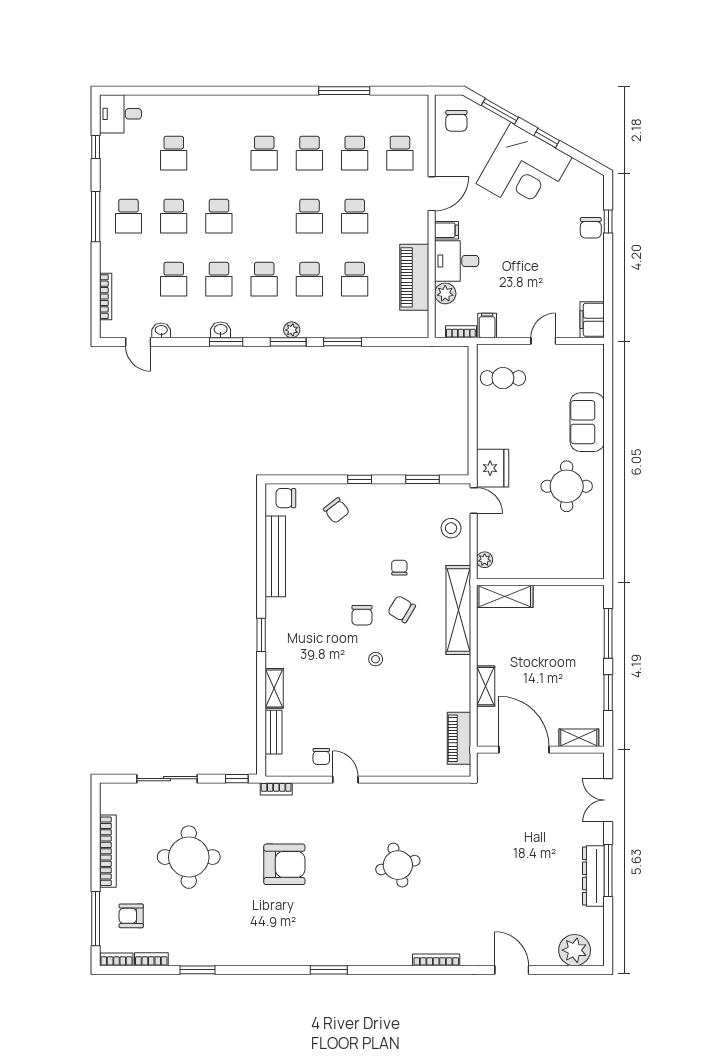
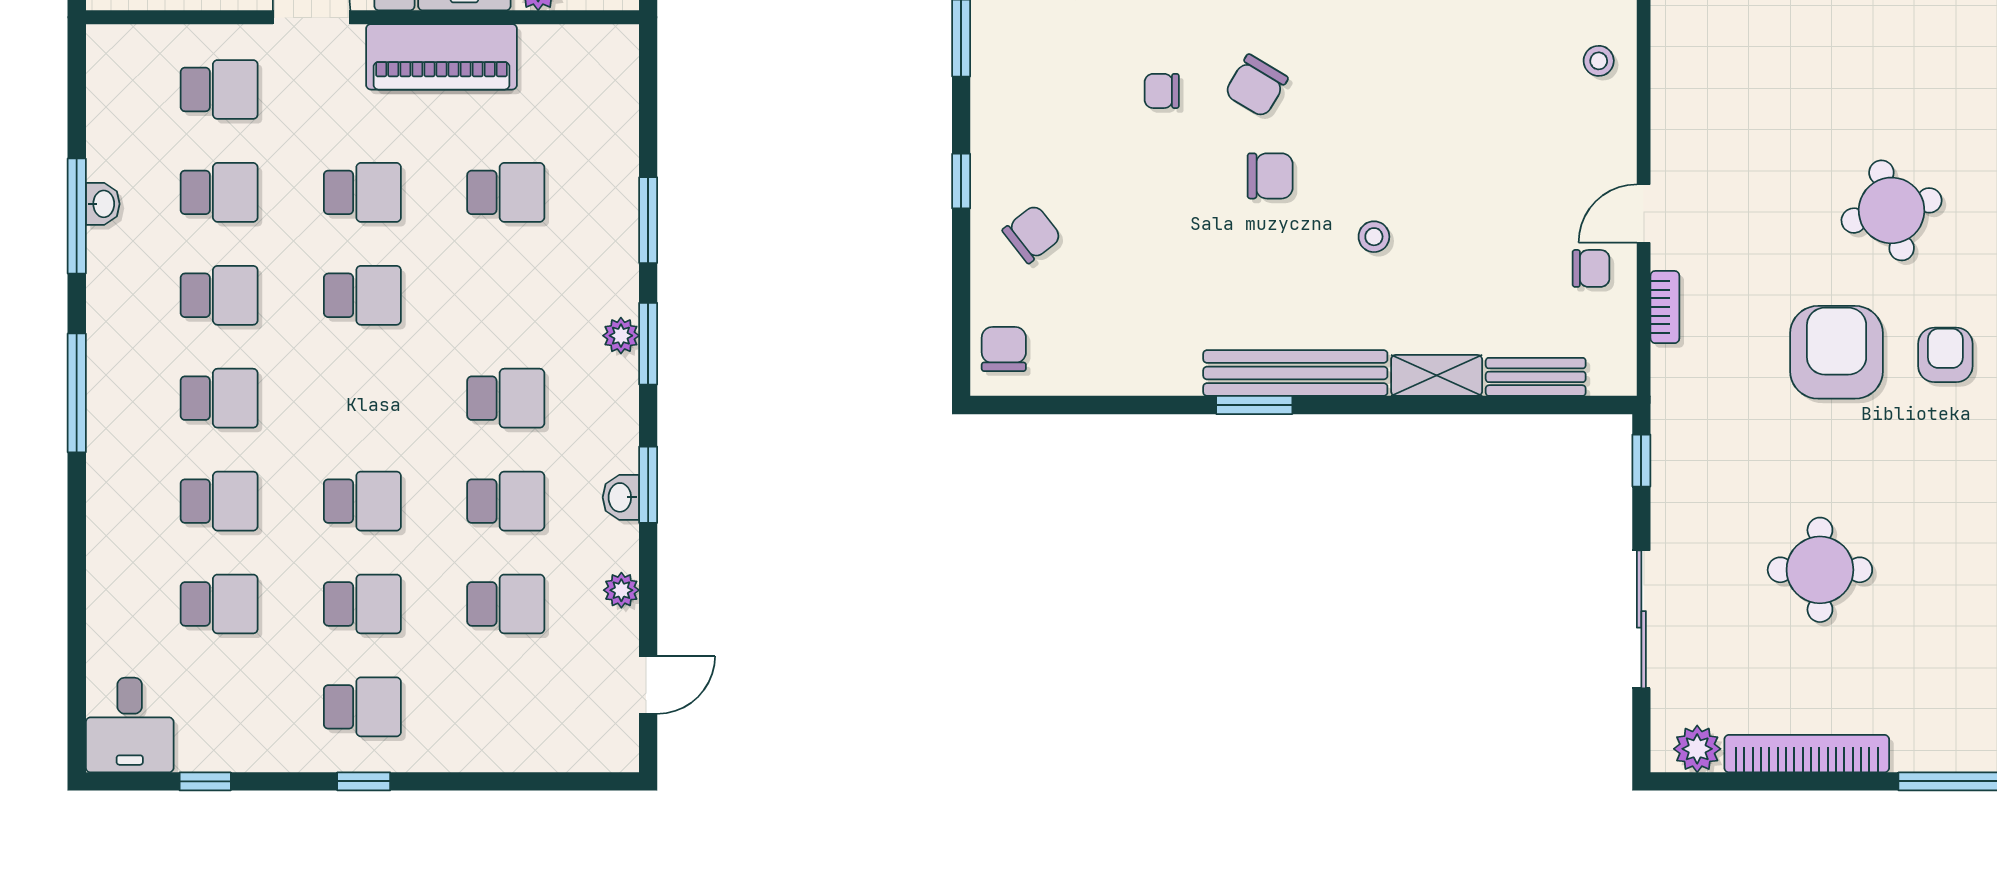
window: (266, 91) -> (77, 393), added
window: (96, 217) -> (364, 781), width x0.46
piano: (414, 277) -> (441, 57), moved
school desk: (309, 279) -> (219, 501), moved
bookcase: (106, 297) -> (545, 759), removed
washbasin: (161, 330) -> (103, 204), moved, turned 180
plant: (180, 330) -> (621, 590), added
chair: (286, 498) -> (1004, 349), turned 180
bench: (275, 556) -> (1295, 373), moved
window: (261, 635) -> (1254, 405), moved
stool: (376, 659) -> (1374, 237), moved
stool: (413, 760) -> (1599, 61), added
bookcase: (276, 789) -> (1665, 307), moved
plant: (110, 803) -> (1697, 749), added
round table: (189, 857) -> (1820, 570), width x0.73, depth x0.73
round table: (398, 865) -> (1892, 210), moved
armchair: (131, 916) -> (1945, 355), moved, turned 180

